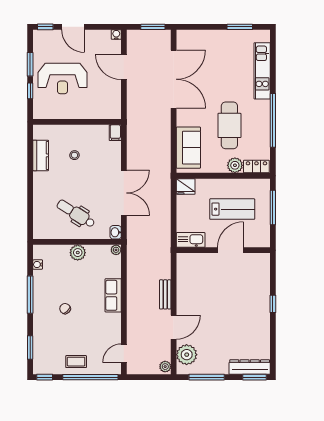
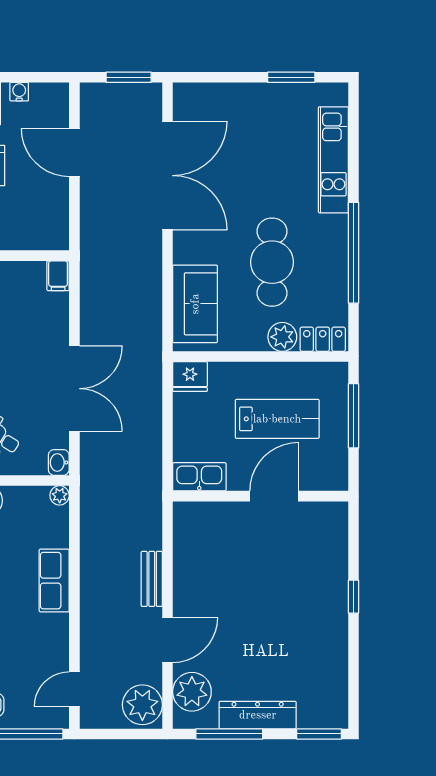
water cooler: (116, 34) -> (19, 92), moved
plant: (165, 367) -> (142, 705), width x1.87, depth x1.87
dresser: (250, 367) -> (258, 715), moved

